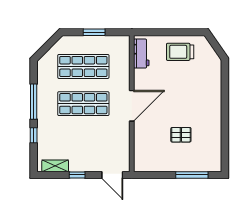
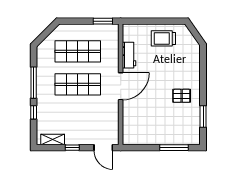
window: (94, 32) -> (103, 21), moved
workbench: (141, 54) -> (129, 55), moved
pallet: (181, 135) -> (182, 96), moved
window: (225, 140) -> (203, 116), added

